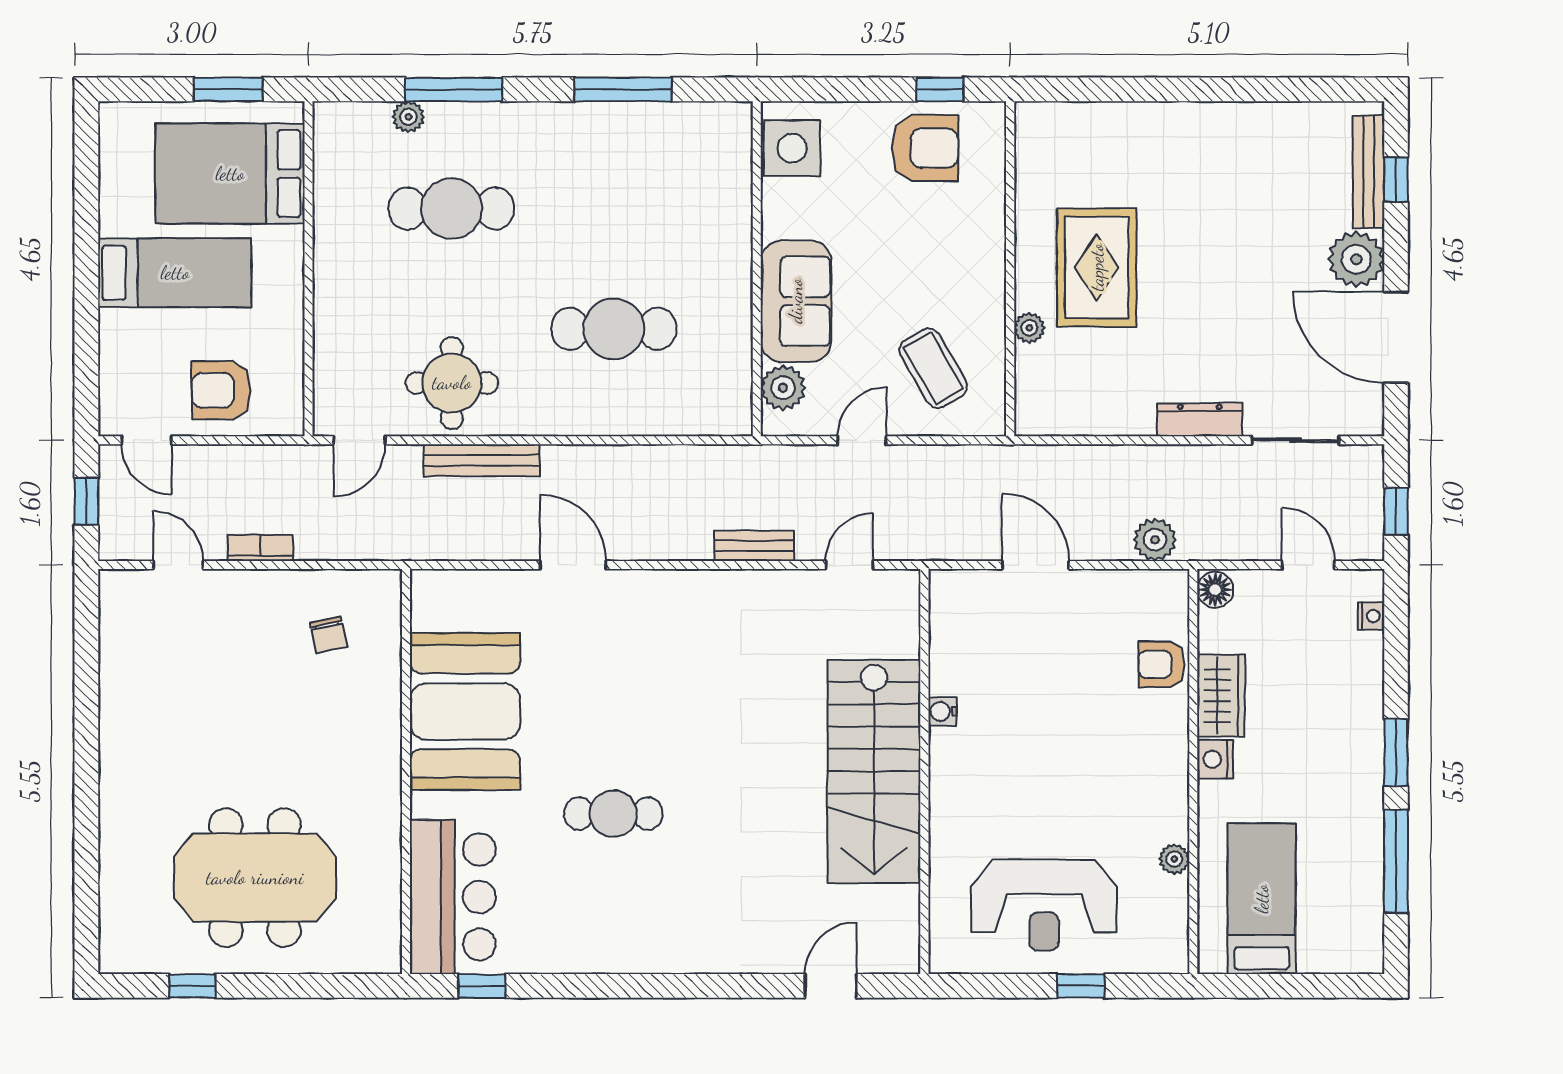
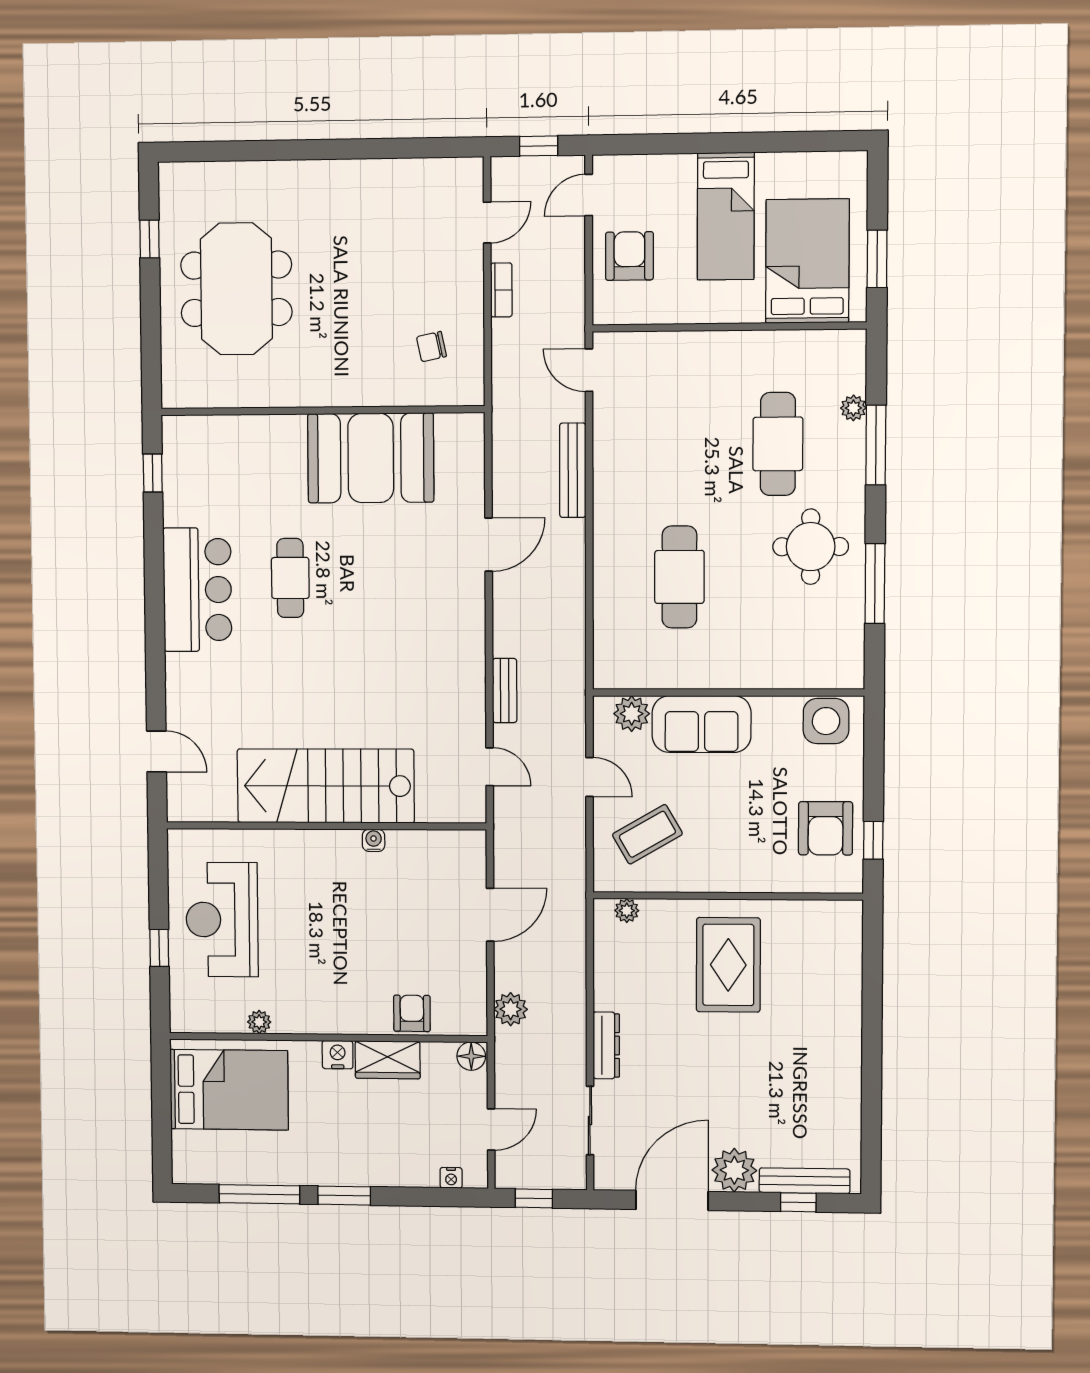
rug: (1097, 267) -> (728, 965), turned 90
plant: (1029, 328) -> (627, 911), moved
round table: (452, 383) -> (811, 547), moved
bar counter: (453, 897) -> (197, 590), moved, turned -90
bed: (1262, 899) -> (229, 1090), width x1.50

